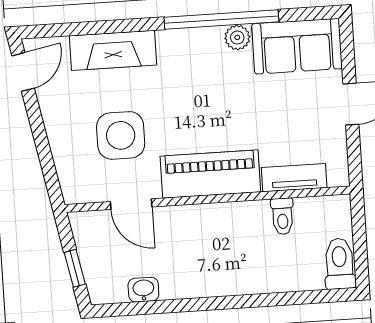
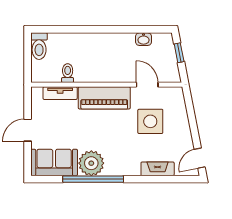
plant: (237, 37) -> (91, 163), width x1.88, depth x1.88
fireplace: (113, 50) -> (158, 169), width x0.73, depth x0.76

